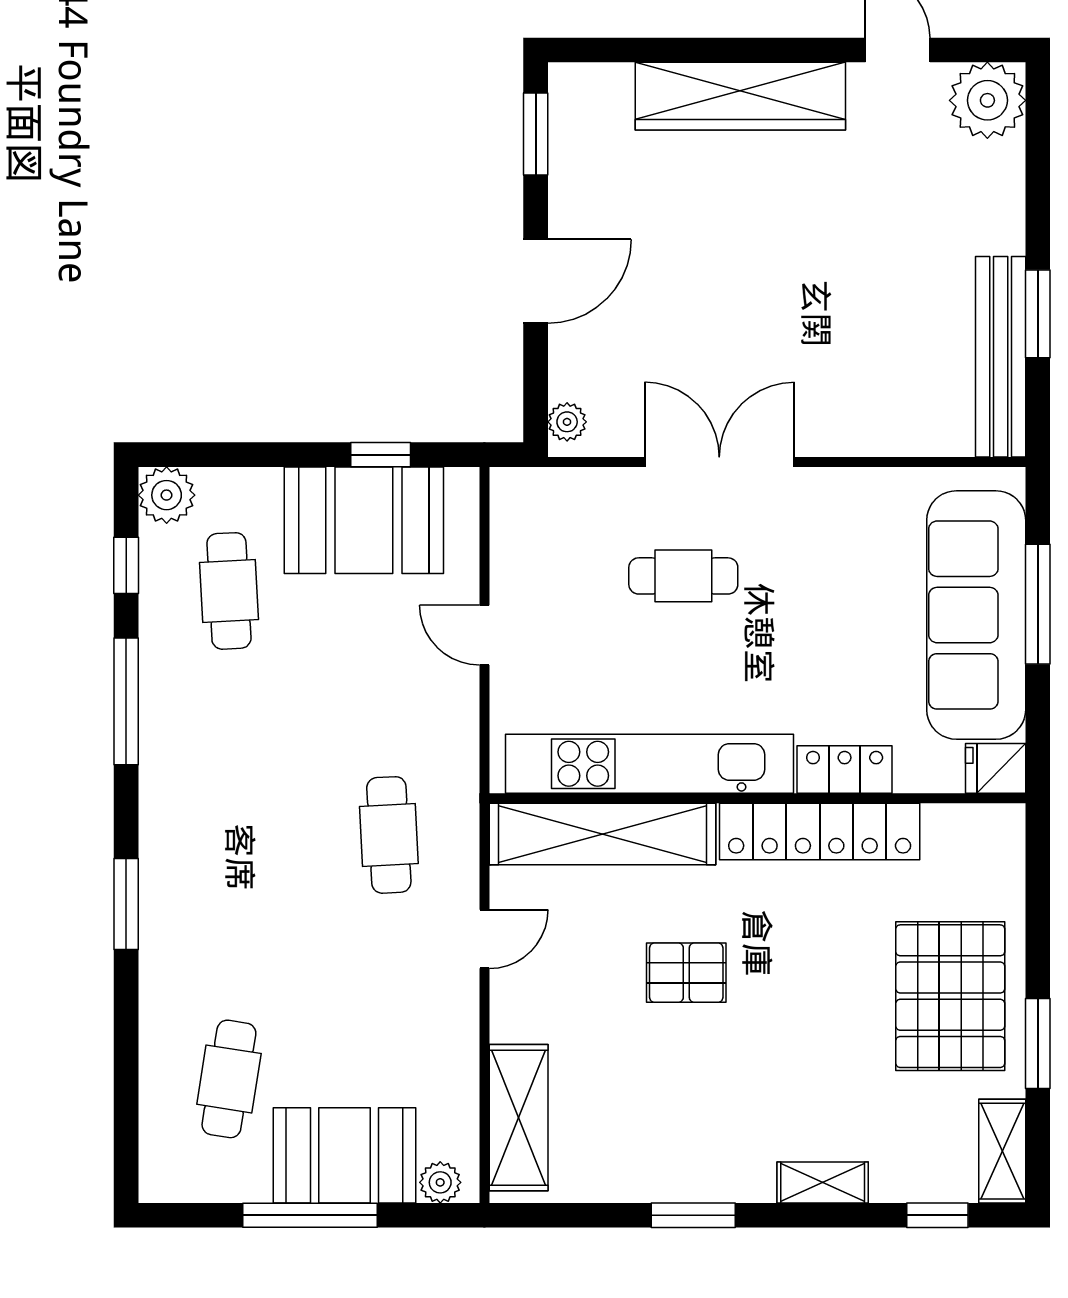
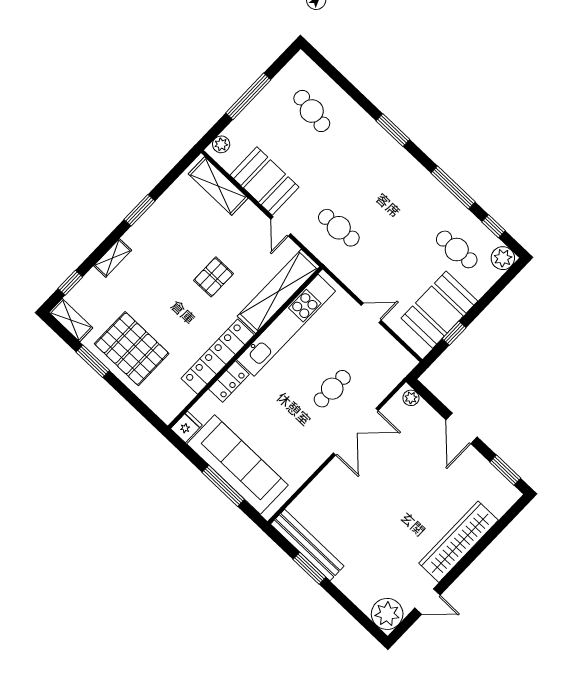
booth: (345, 1155) -> (264, 181), moved, turned 90

